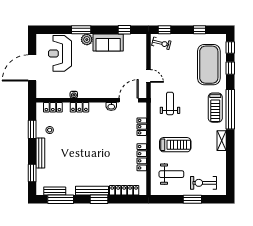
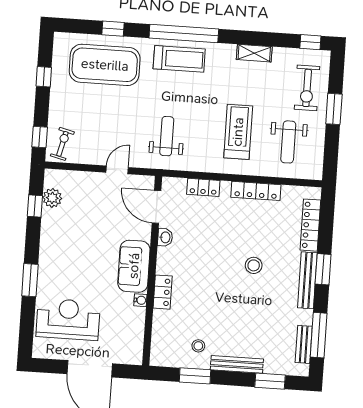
plant: (87, 40) -> (52, 198), moved
sofa: (108, 43) -> (134, 266), moved, turned 180
window: (230, 48) -> (310, 42), moved
reception desk: (60, 53) -> (68, 319), turned 180
weight bench: (170, 103) -> (167, 136), turned 90
locker: (53, 107) -> (160, 338), removed
shelving: (222, 141) -> (254, 53), moved
stool: (98, 159) -> (254, 265), added
weight bench: (171, 174) -> (288, 142), turned 180

